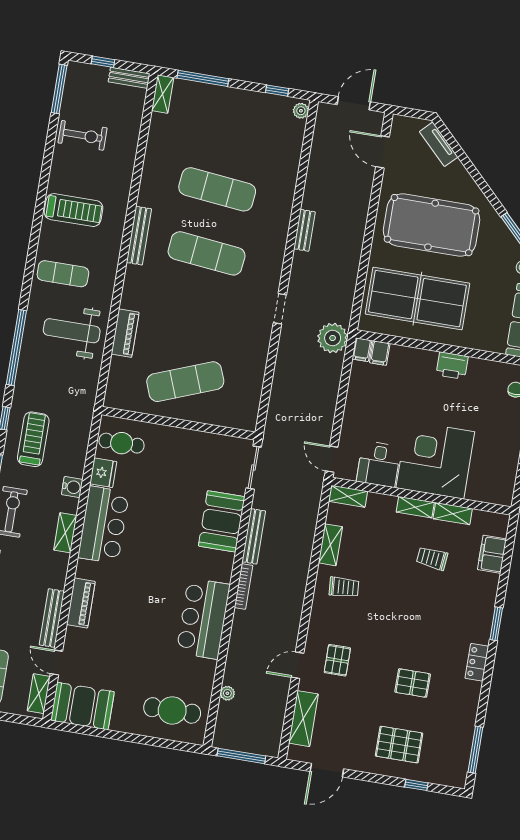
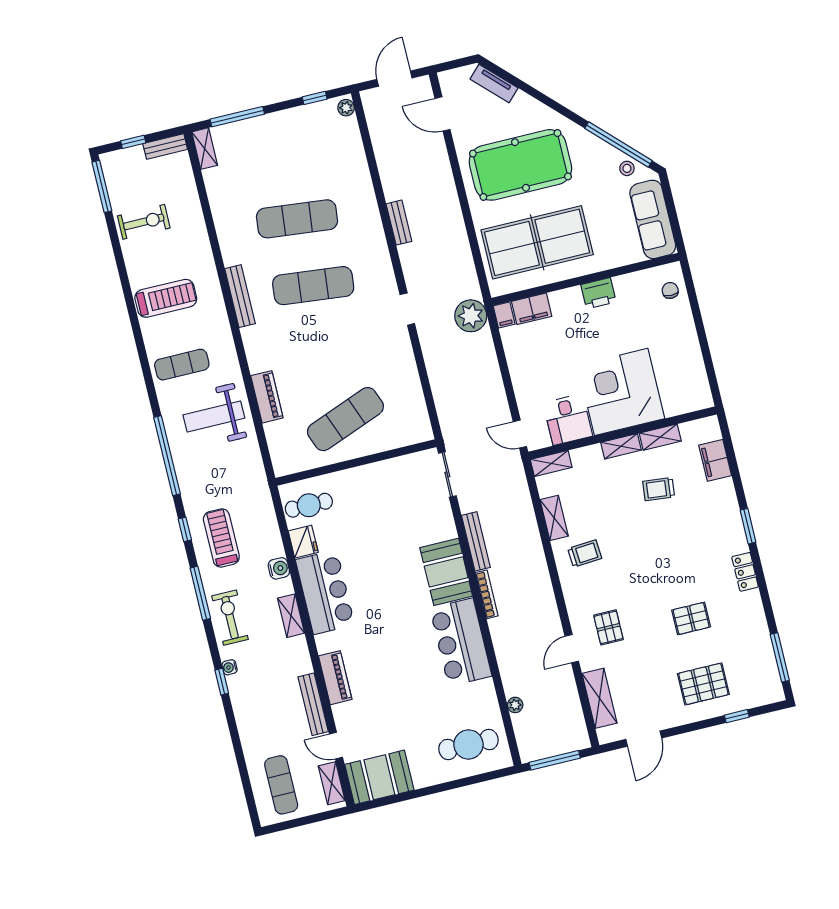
filing cabinet: (380, 353) -> (532, 309), width x2.00
booth: (222, 521) -> (446, 572), moved

